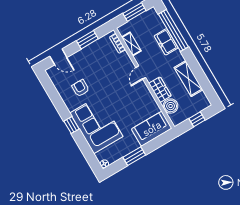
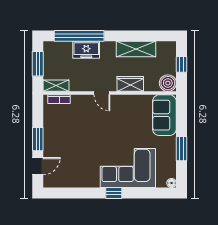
window: (87, 40) -> (38, 139), moved
shelving: (131, 44) -> (56, 86), moved
armchair: (80, 88) -> (82, 162), removed
boiler: (171, 106) -> (168, 83), moved

